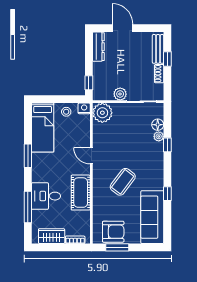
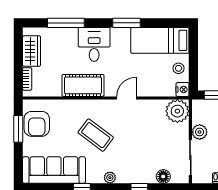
plant: (159, 136) -> (110, 178), moved
desk: (46, 196) -> (94, 44), moved

